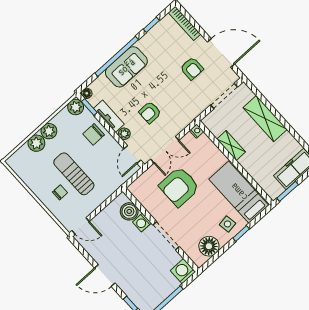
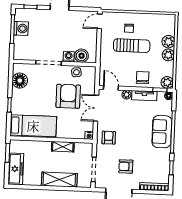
armchair: (150, 112) -> (109, 138), moved
side table: (228, 224) -> (76, 72), moved
washing machine: (183, 271) -> (21, 29), moved

